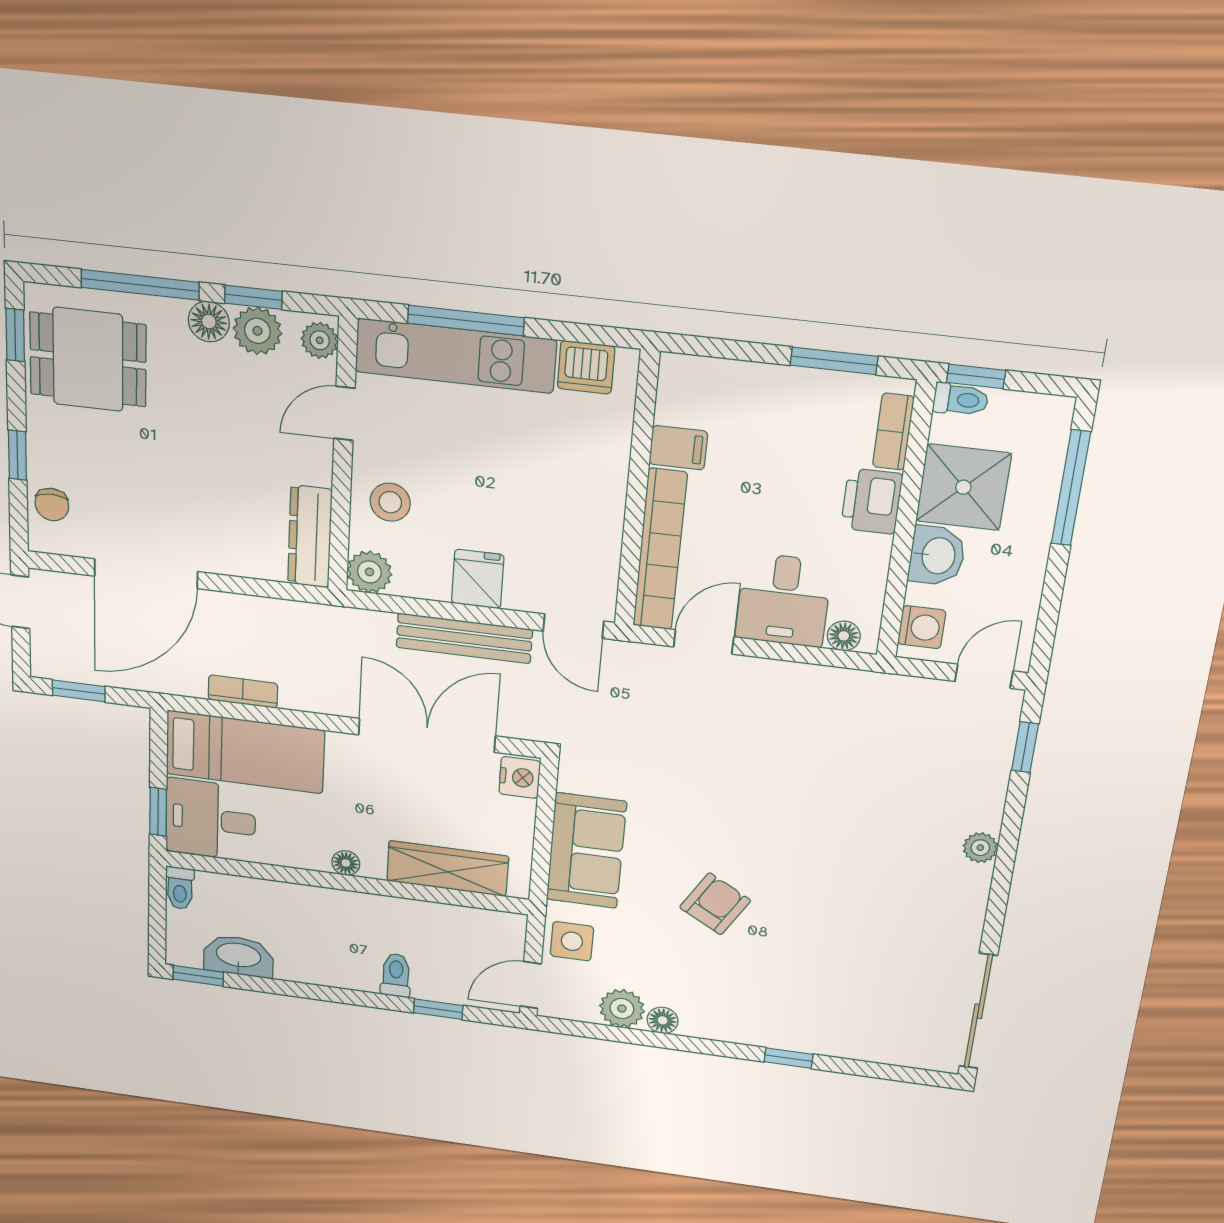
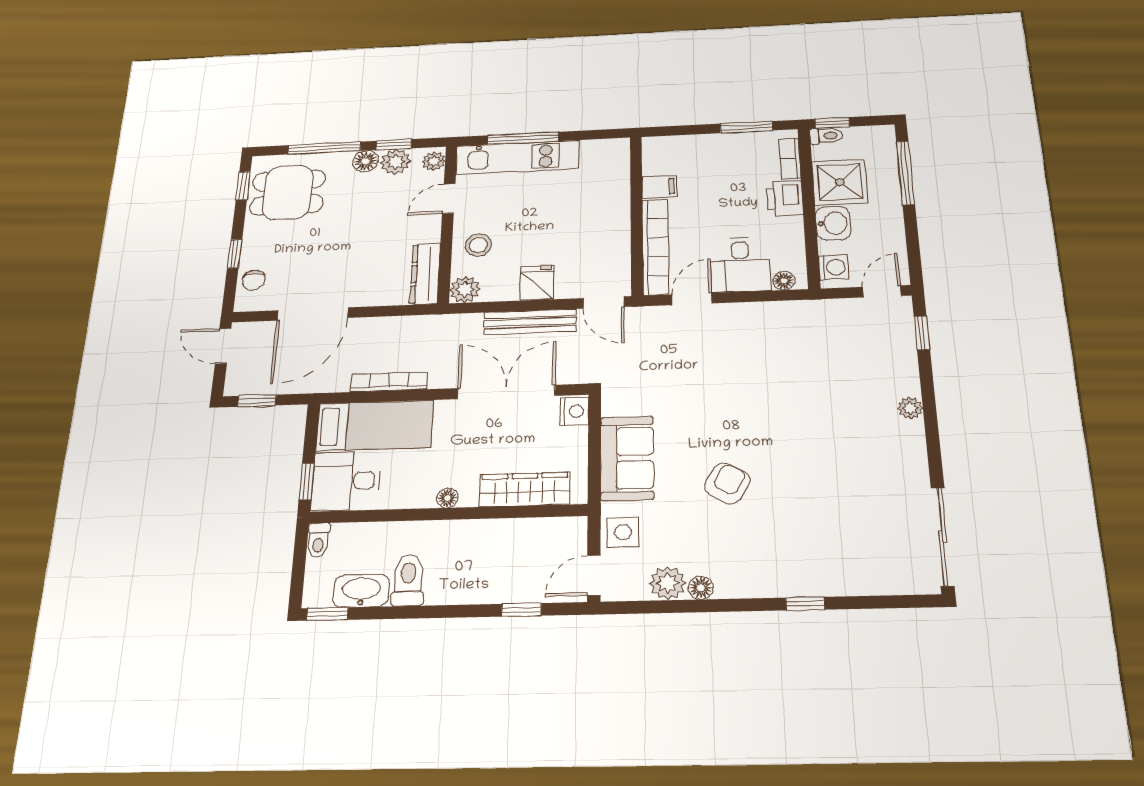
dishwasher: (586, 367) -> (598, 152), removed
bookcase: (243, 692) -> (389, 382), width x1.56
toilet: (396, 975) -> (408, 580), moved, width x1.37, depth x1.39

